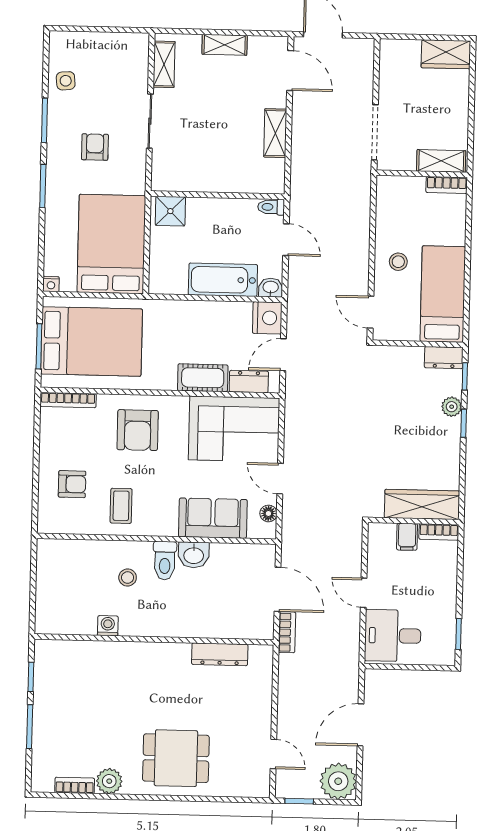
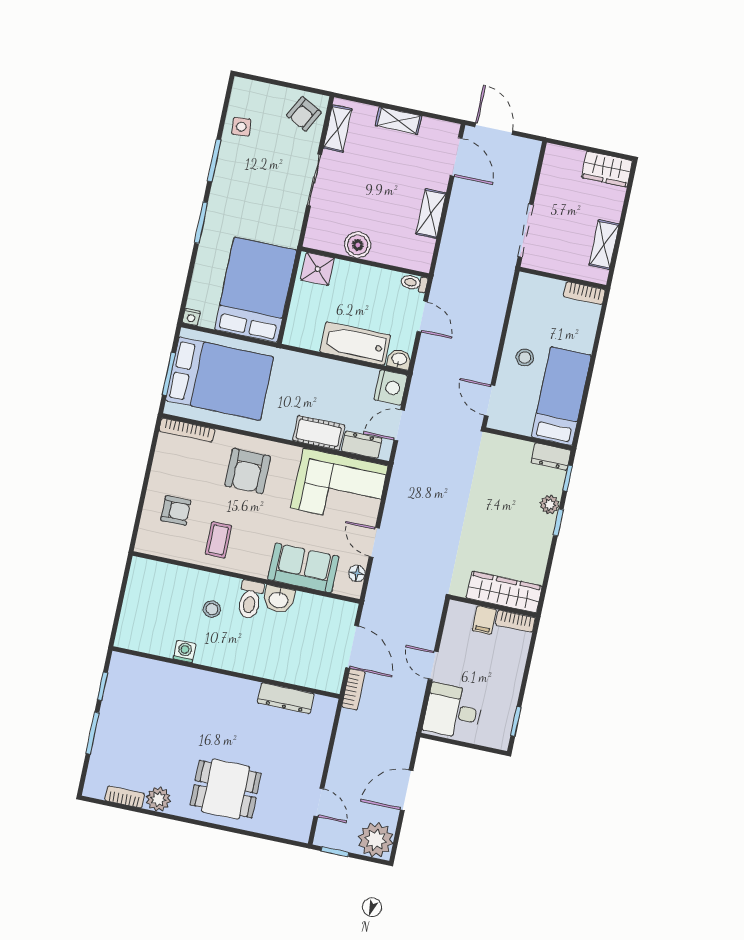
armchair: (95, 147) -> (304, 114), moved, turned -152
shelving: (441, 161) -> (604, 245), moved, turned 90
boiler: (207, 179) -> (358, 245), added

